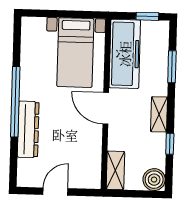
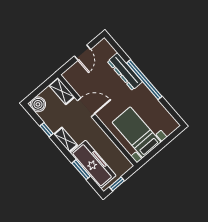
freezer: (125, 54) -> (93, 164), moved, turned 180
door: (106, 108) -> (86, 107), moved

